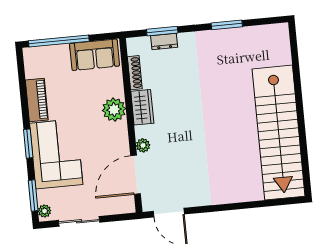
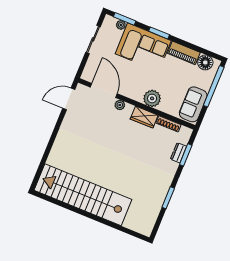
floor lamp: (35, 67) -> (205, 62), added
plant: (45, 211) -> (121, 25), moved

